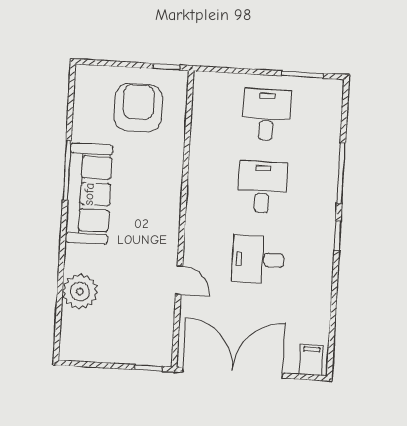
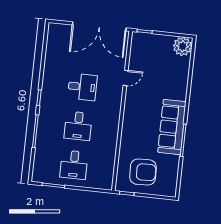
armchair: (138, 108) -> (143, 172), turned -92
door: (179, 280) -> (126, 78), swing flipped
plant: (80, 291) -> (183, 46), moved
filing cabinet: (311, 360) -> (57, 31), removed

